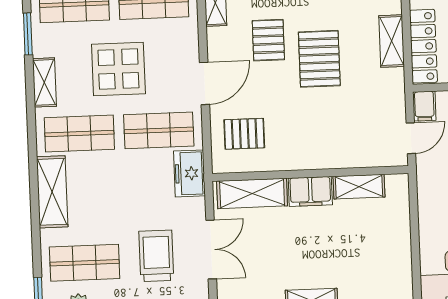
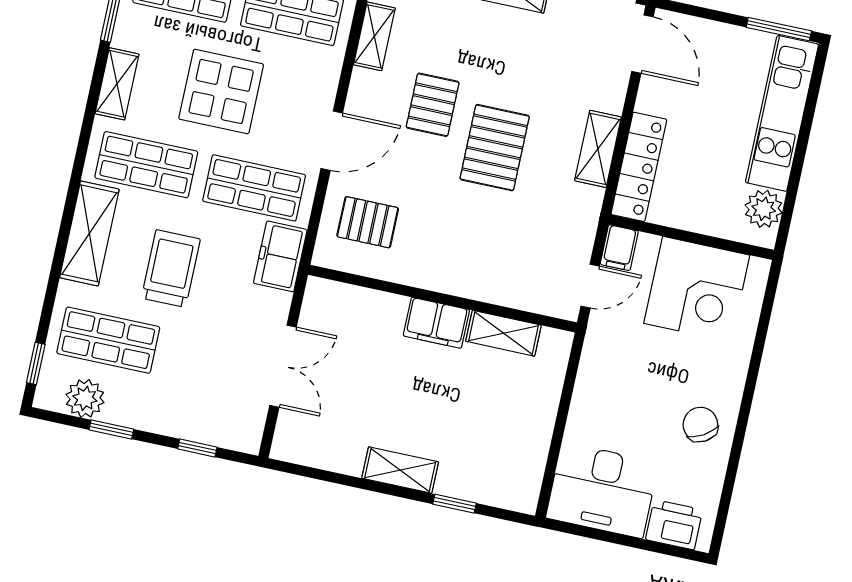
shelving: (252, 193) -> (357, 305), removed
trolley: (156, 256) -> (171, 269), moved

